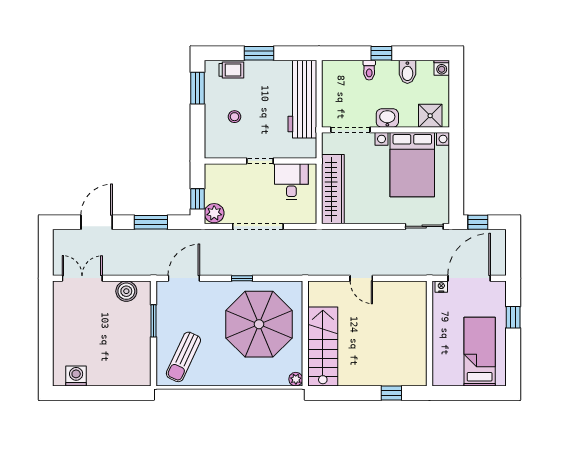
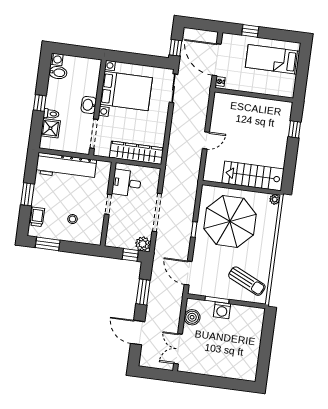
bidet: (407, 72) -> (58, 73), moved
shower: (430, 116) -> (50, 128), moved
washing machine: (76, 376) -> (222, 310), moved, turned -90

